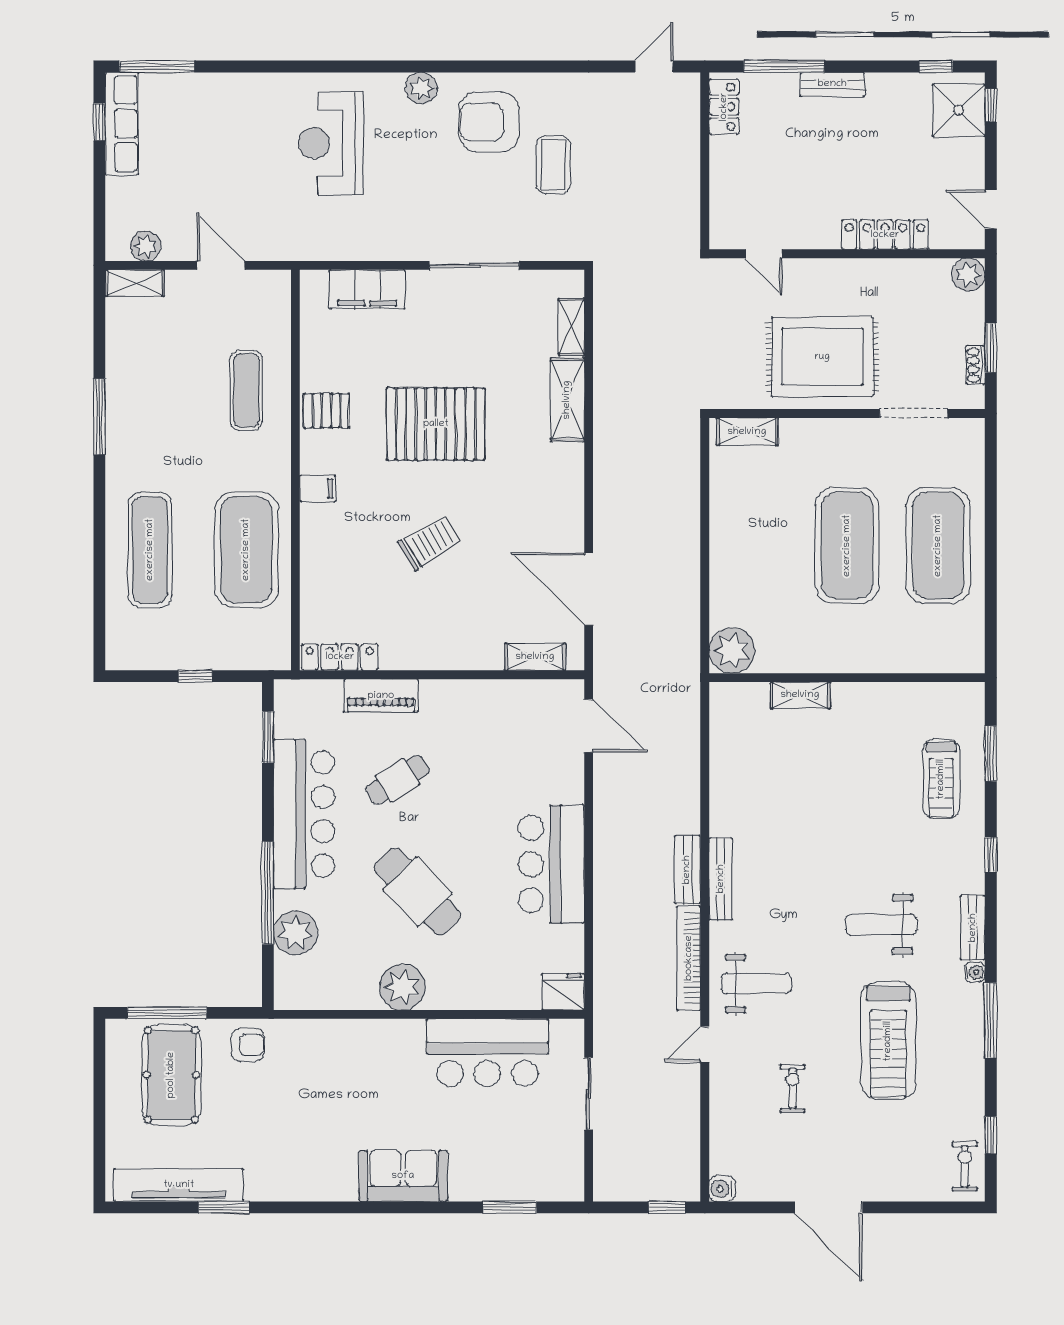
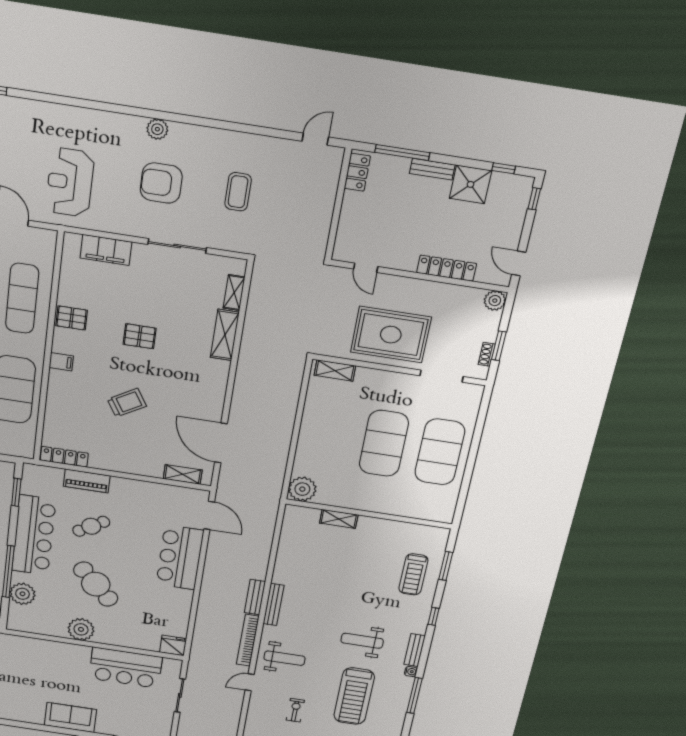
shower: (959, 110) -> (470, 184), moved
armchair: (489, 122) -> (161, 183), moved
reception desk: (331, 143) -> (70, 182), moved
exercise mat: (246, 390) -> (22, 298), width x1.36, depth x1.45
pallet: (436, 424) -> (140, 336), width x0.49, depth x0.50
bar counter: (551, 864) -> (180, 557), moved

